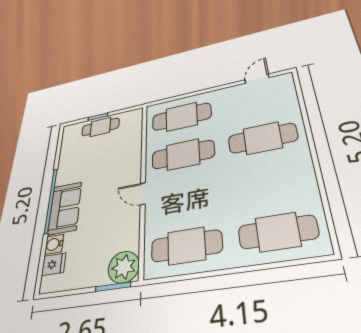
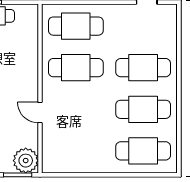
door: (143, 194) -> (40, 112), moved
cafe table: (186, 246) -> (143, 109), moved

